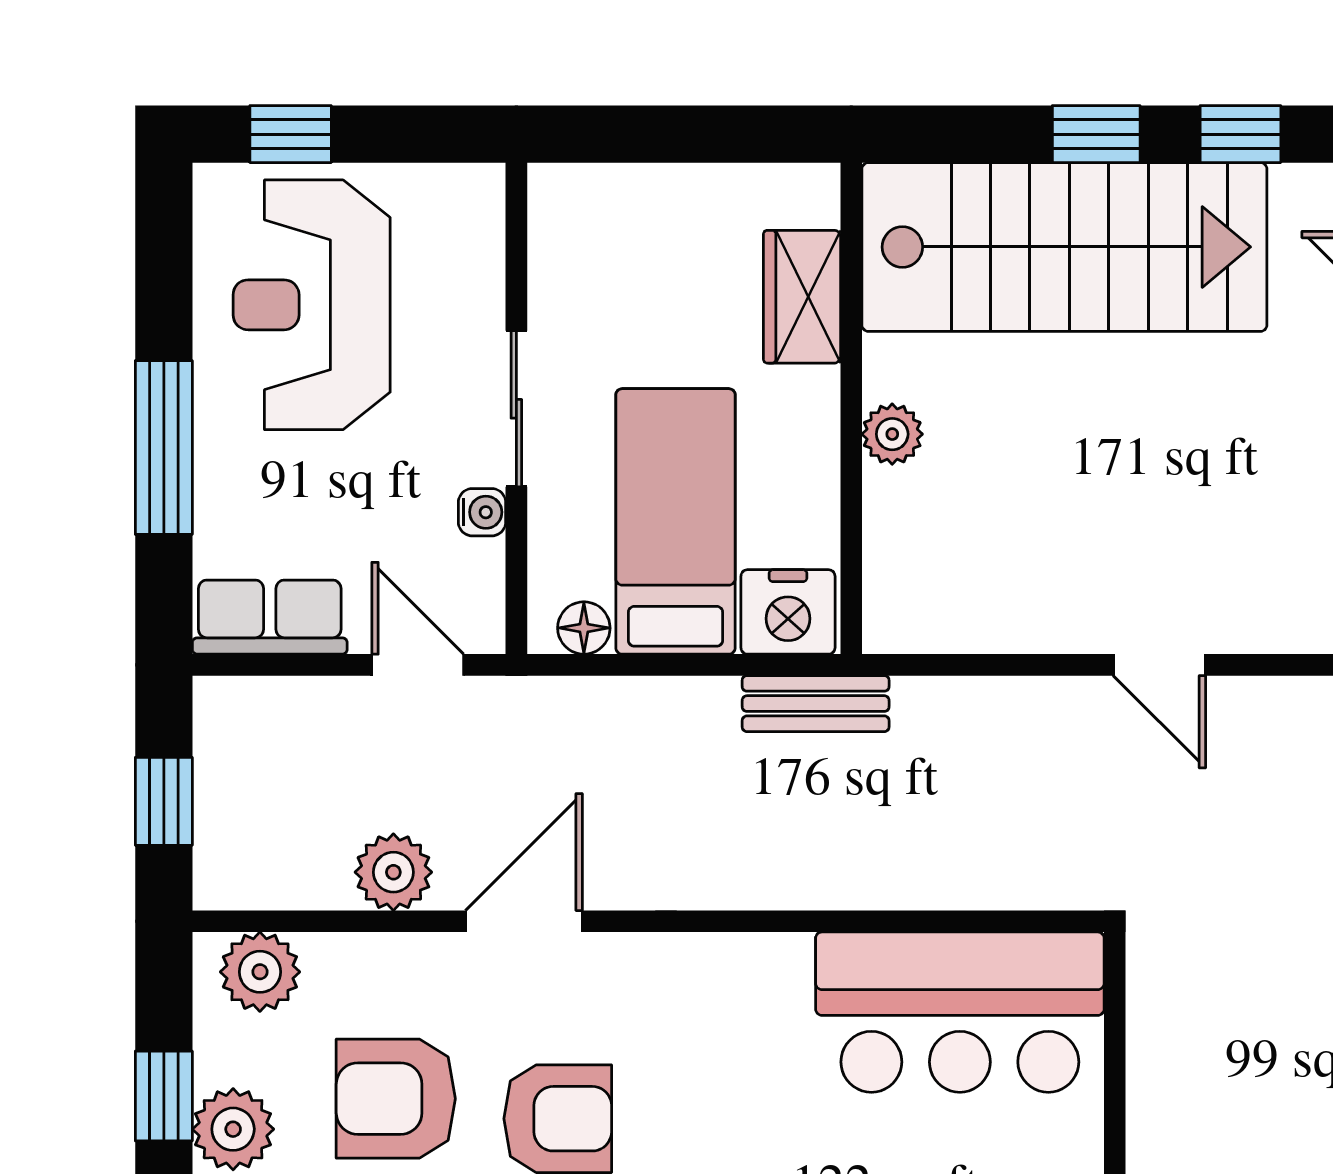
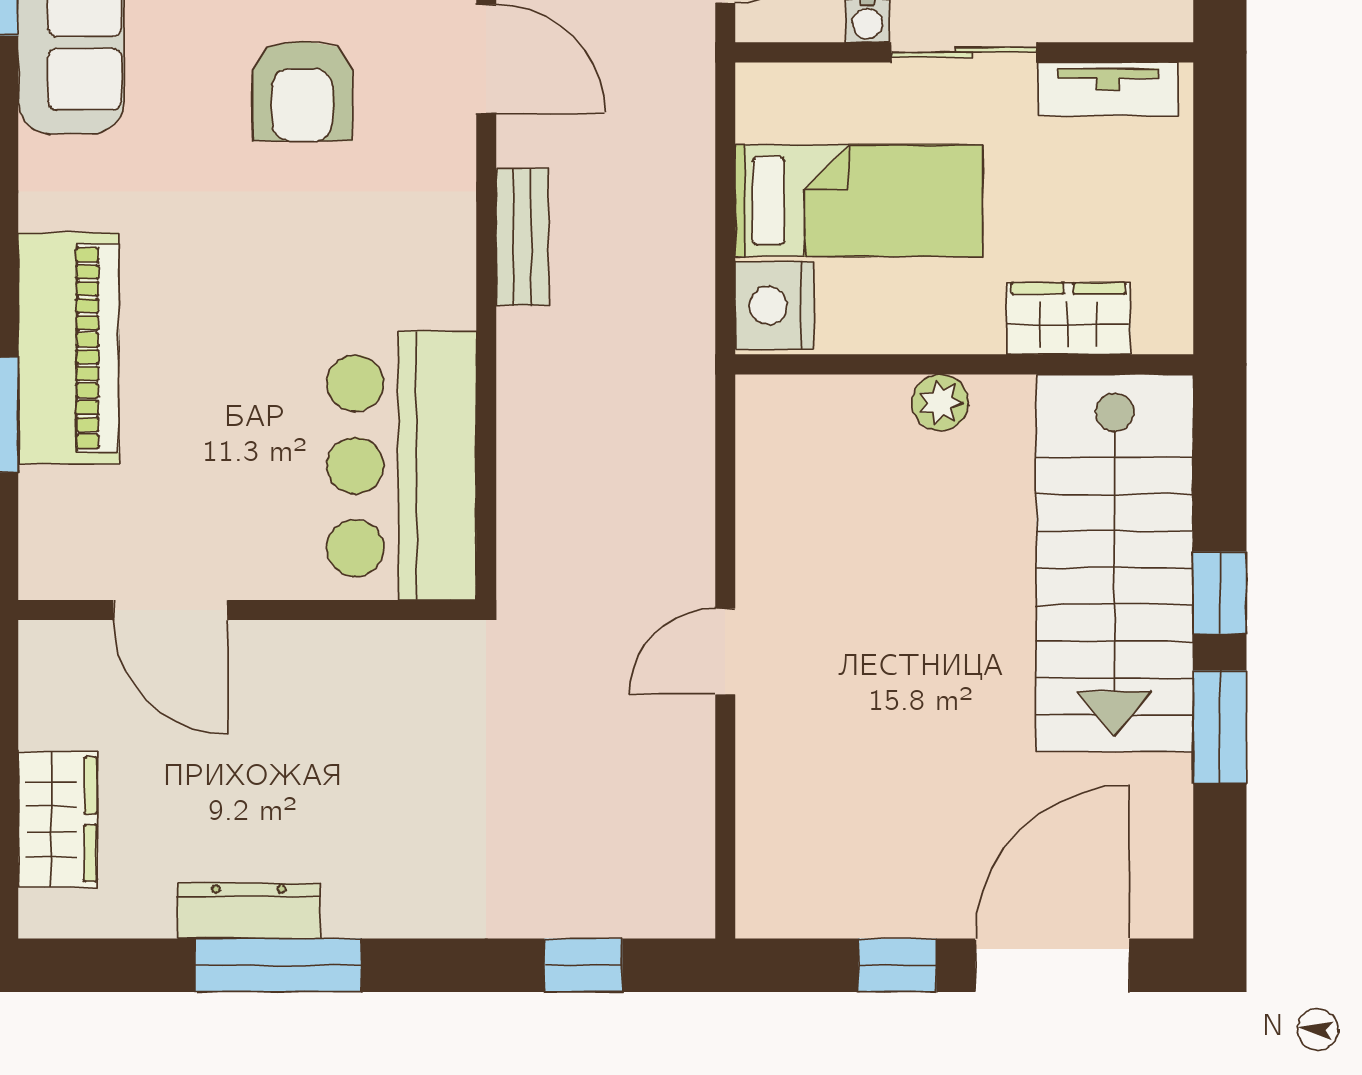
window: (1240, 134) -> (1220, 727), width x1.50
tv unit: (556, 254) -> (1108, 89), added
floor lamp: (584, 628) -> (760, 115), removed
bench: (816, 704) -> (522, 237), moved

